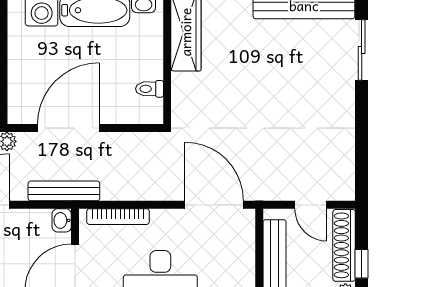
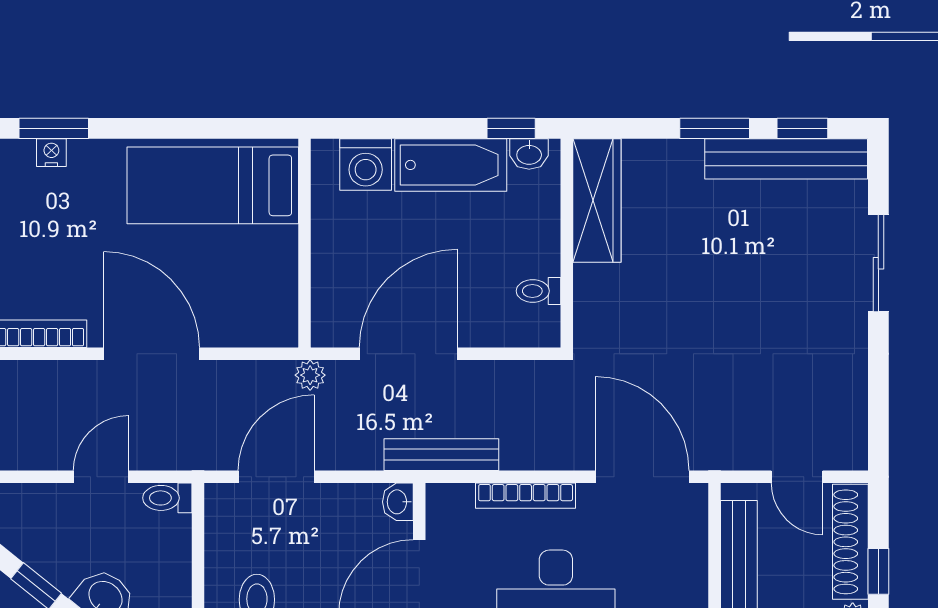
sliding door: (362, 50) -> (878, 263), moved
bench: (64, 191) -> (441, 455), moved
bookcase: (118, 217) -> (526, 496), moved

